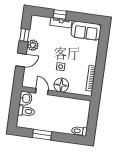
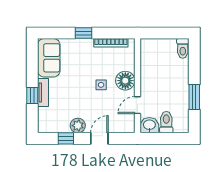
window: (101, 59) -> (84, 33), added
door: (21, 60) -> (99, 138), hinge flipped

